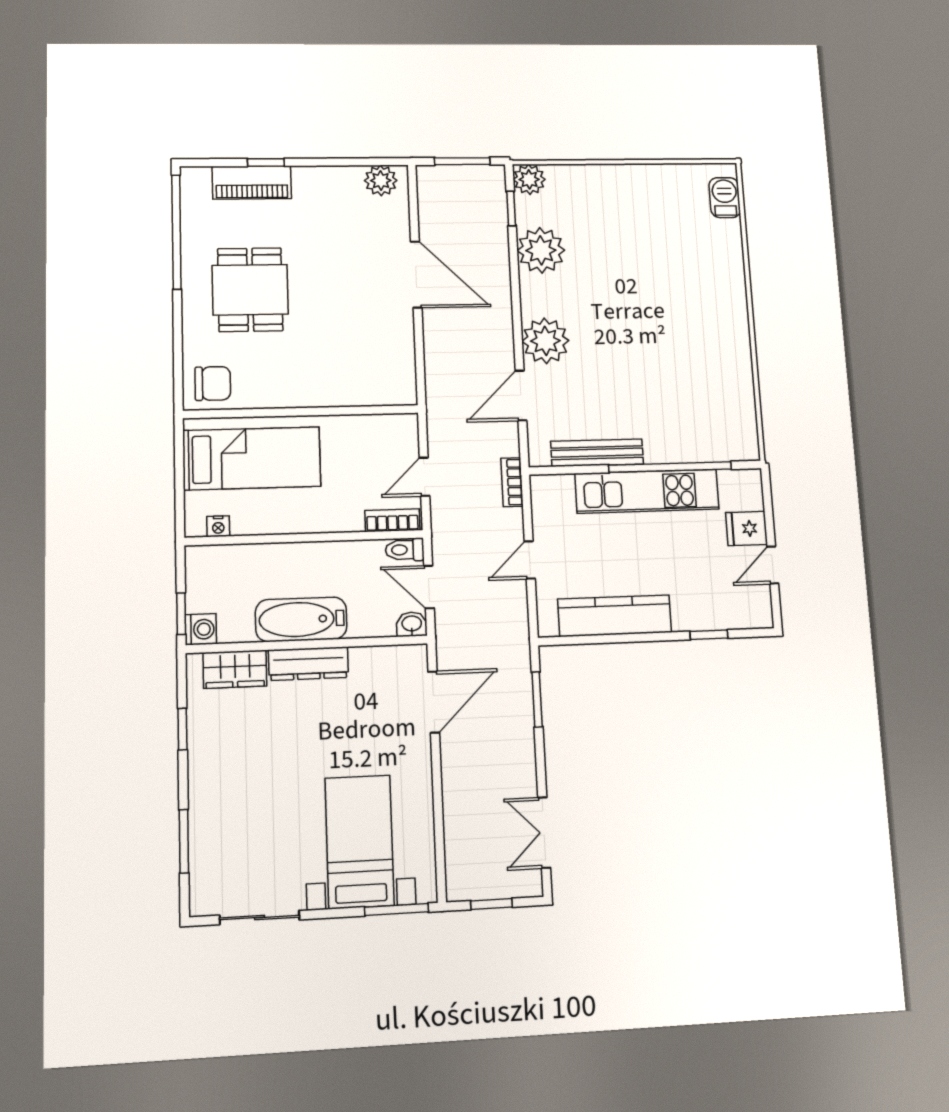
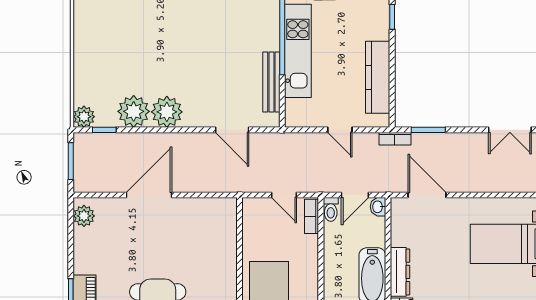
plant: (545, 341) -> (167, 112), moved
bookcase: (512, 482) -> (395, 139), moved

